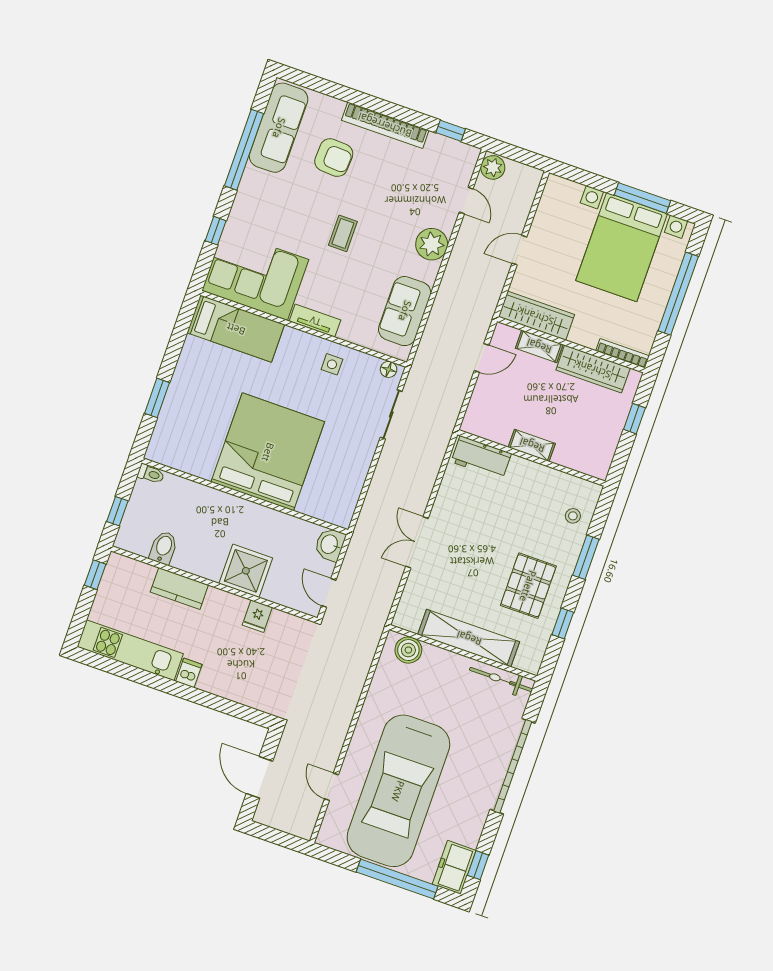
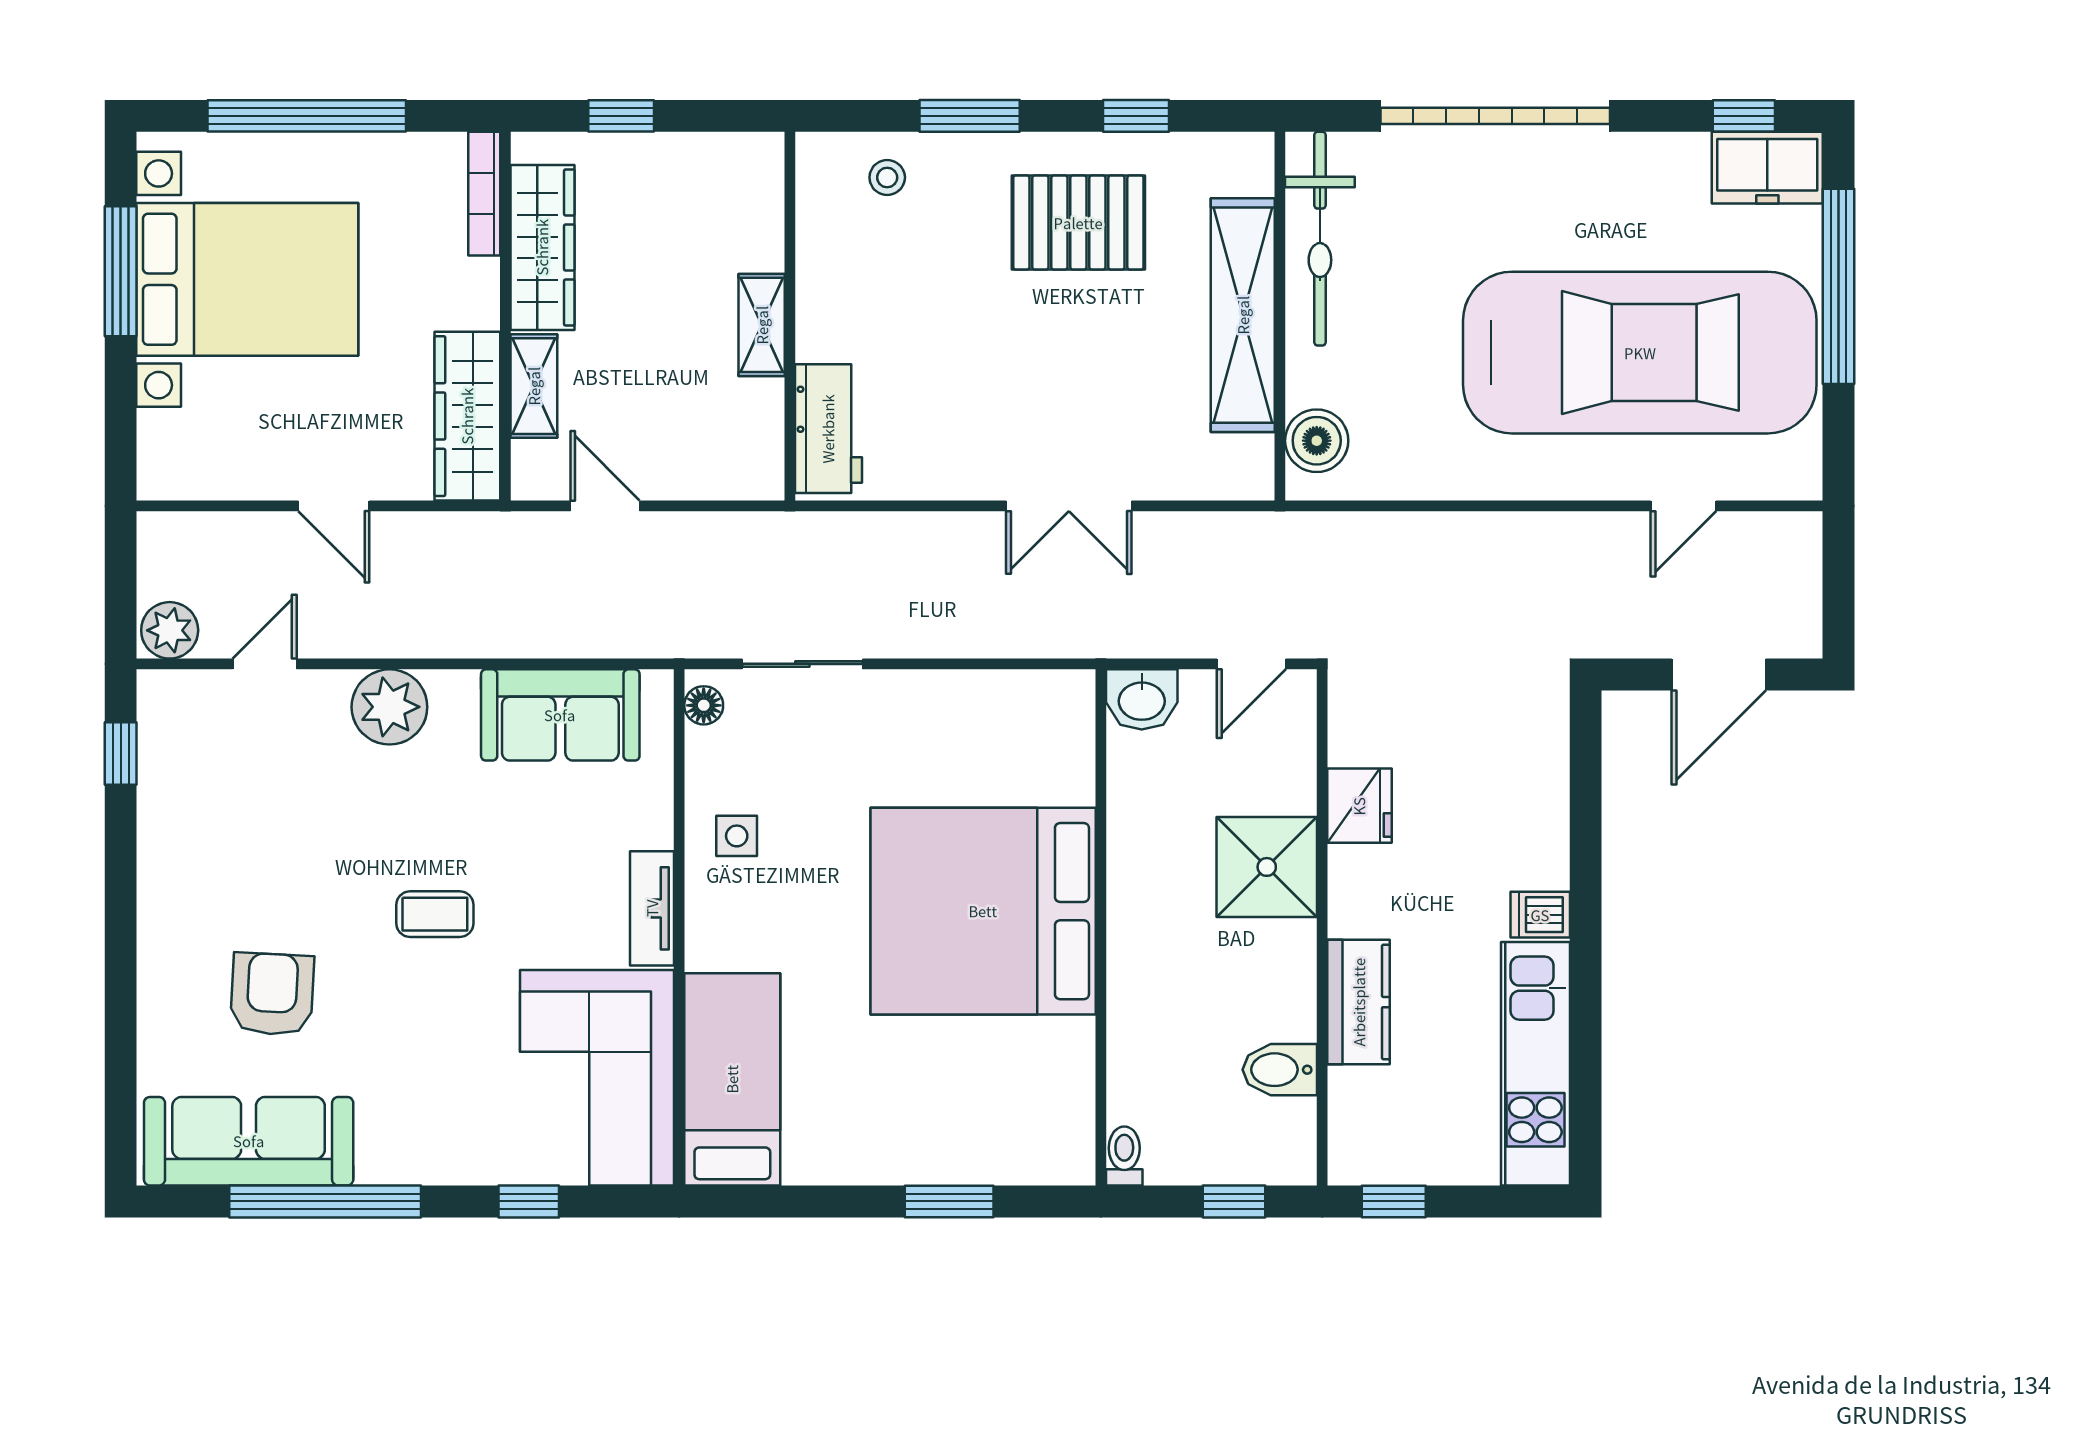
bookcase: (385, 125) -> (160, 904), removed
fridge: (257, 616) -> (1359, 806), width x1.38
bicycle: (501, 680) -> (1320, 239), width x1.37, depth x1.40

